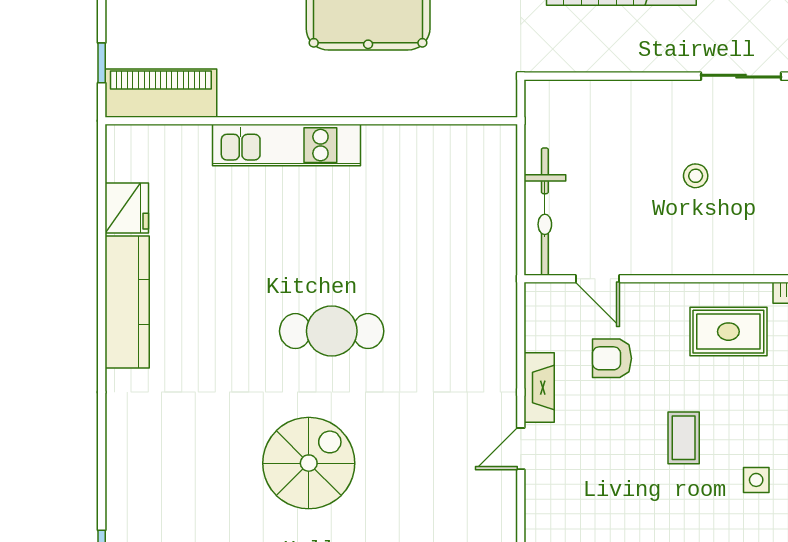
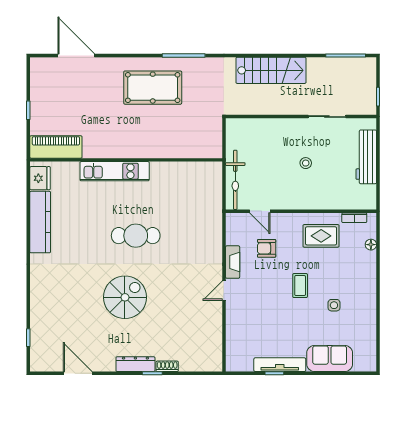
piano: (161, 93) -> (56, 147), moved
wall: (311, 121) -> (126, 160), moved
kitchen unit: (286, 145) -> (115, 171), moved

